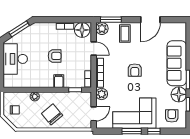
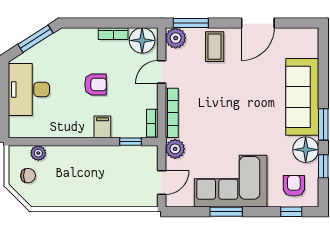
door: (94, 49) -> (162, 72), swing flipped
armchair: (135, 70) -> (231, 108), removed
plant: (35, 97) -> (38, 153), moved
chair: (52, 114) -> (91, 183), removed
window: (154, 131) -> (291, 212), moved

